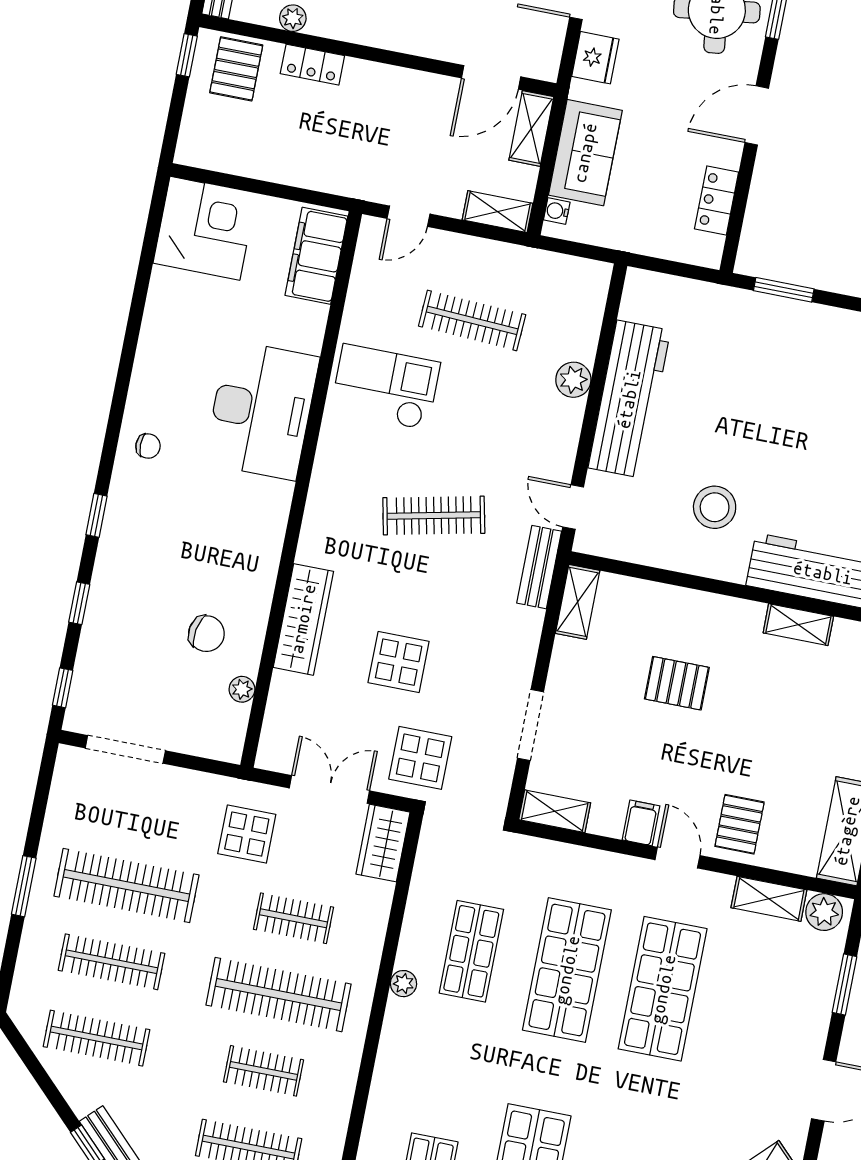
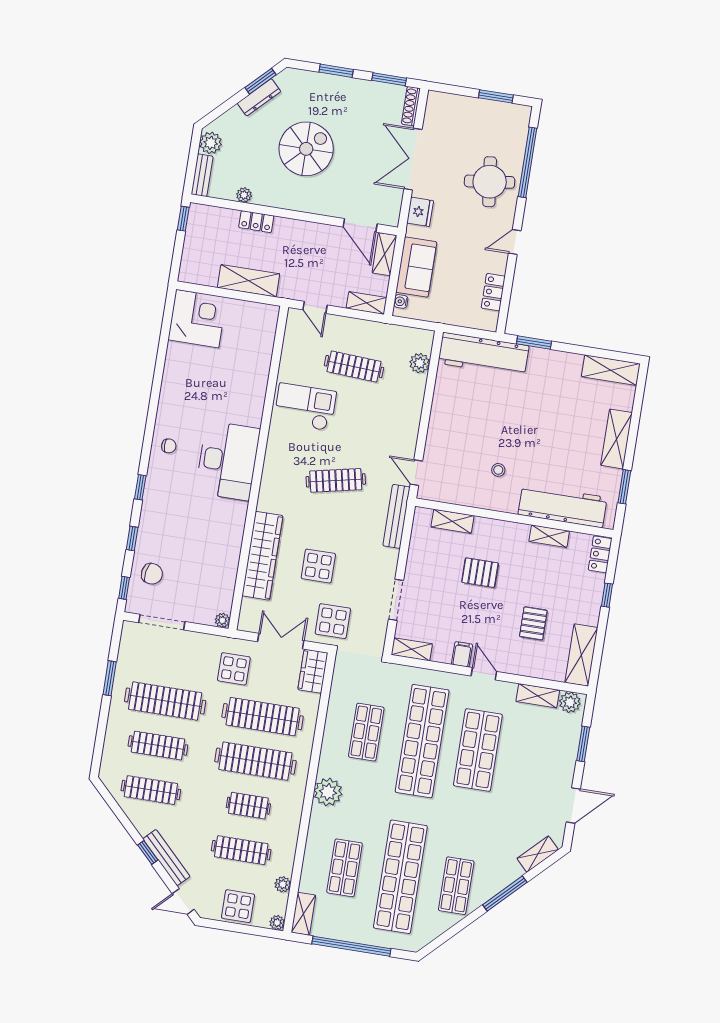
pallet: (236, 69) -> (212, 226), removed
door: (491, 77) -> (360, 225), hinge flipped
door: (757, 115) -> (515, 242), width x0.73
shelving: (295, 166) -> (248, 281), added
door: (409, 216) -> (315, 307), hinge flipped
filing cabinet: (316, 256) -> (262, 332), removed
plant: (573, 380) -> (420, 363), moved
workbench: (629, 399) -> (483, 355), moved, turned 90
desk: (262, 410) -> (228, 461), moved
stool: (715, 507) -> (498, 470), width x0.53, depth x0.53
bench: (539, 567) -> (396, 516), width x1.36
shelving: (578, 602) -> (453, 521), moved, turned 90
wardrobe: (303, 619) -> (262, 556), width x1.40, depth x1.17
chair: (206, 634) -> (152, 574), moved
plant: (242, 689) -> (222, 620), moved
pallet: (740, 824) -> (533, 623), moved
window: (24, 886) -> (110, 678), moved
clothes rail: (293, 918) -> (263, 717), width x1.86, depth x1.31
shop shelf: (567, 970) -> (422, 741), width x1.40
plant: (403, 984) -> (328, 792), moved, width x1.88, depth x1.88

